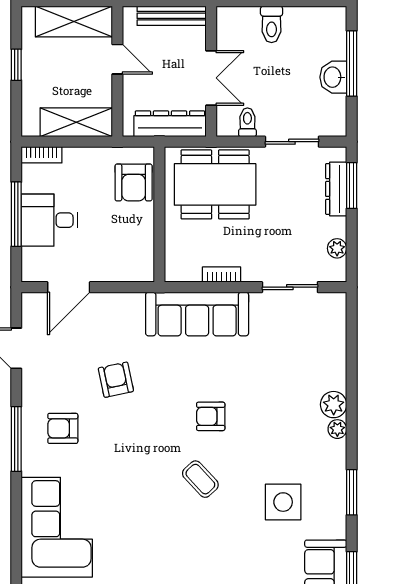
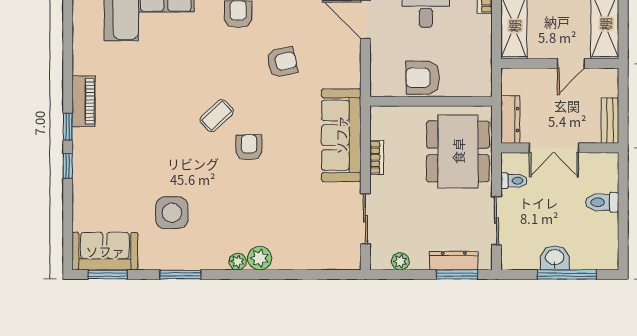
bench: (172, 16) -> (610, 121), width x0.73
dresser: (170, 124) -> (510, 120), width x0.73, depth x0.80
armchair: (134, 182) -> (423, 78), moved
coffee table: (200, 479) -> (217, 116), moved

